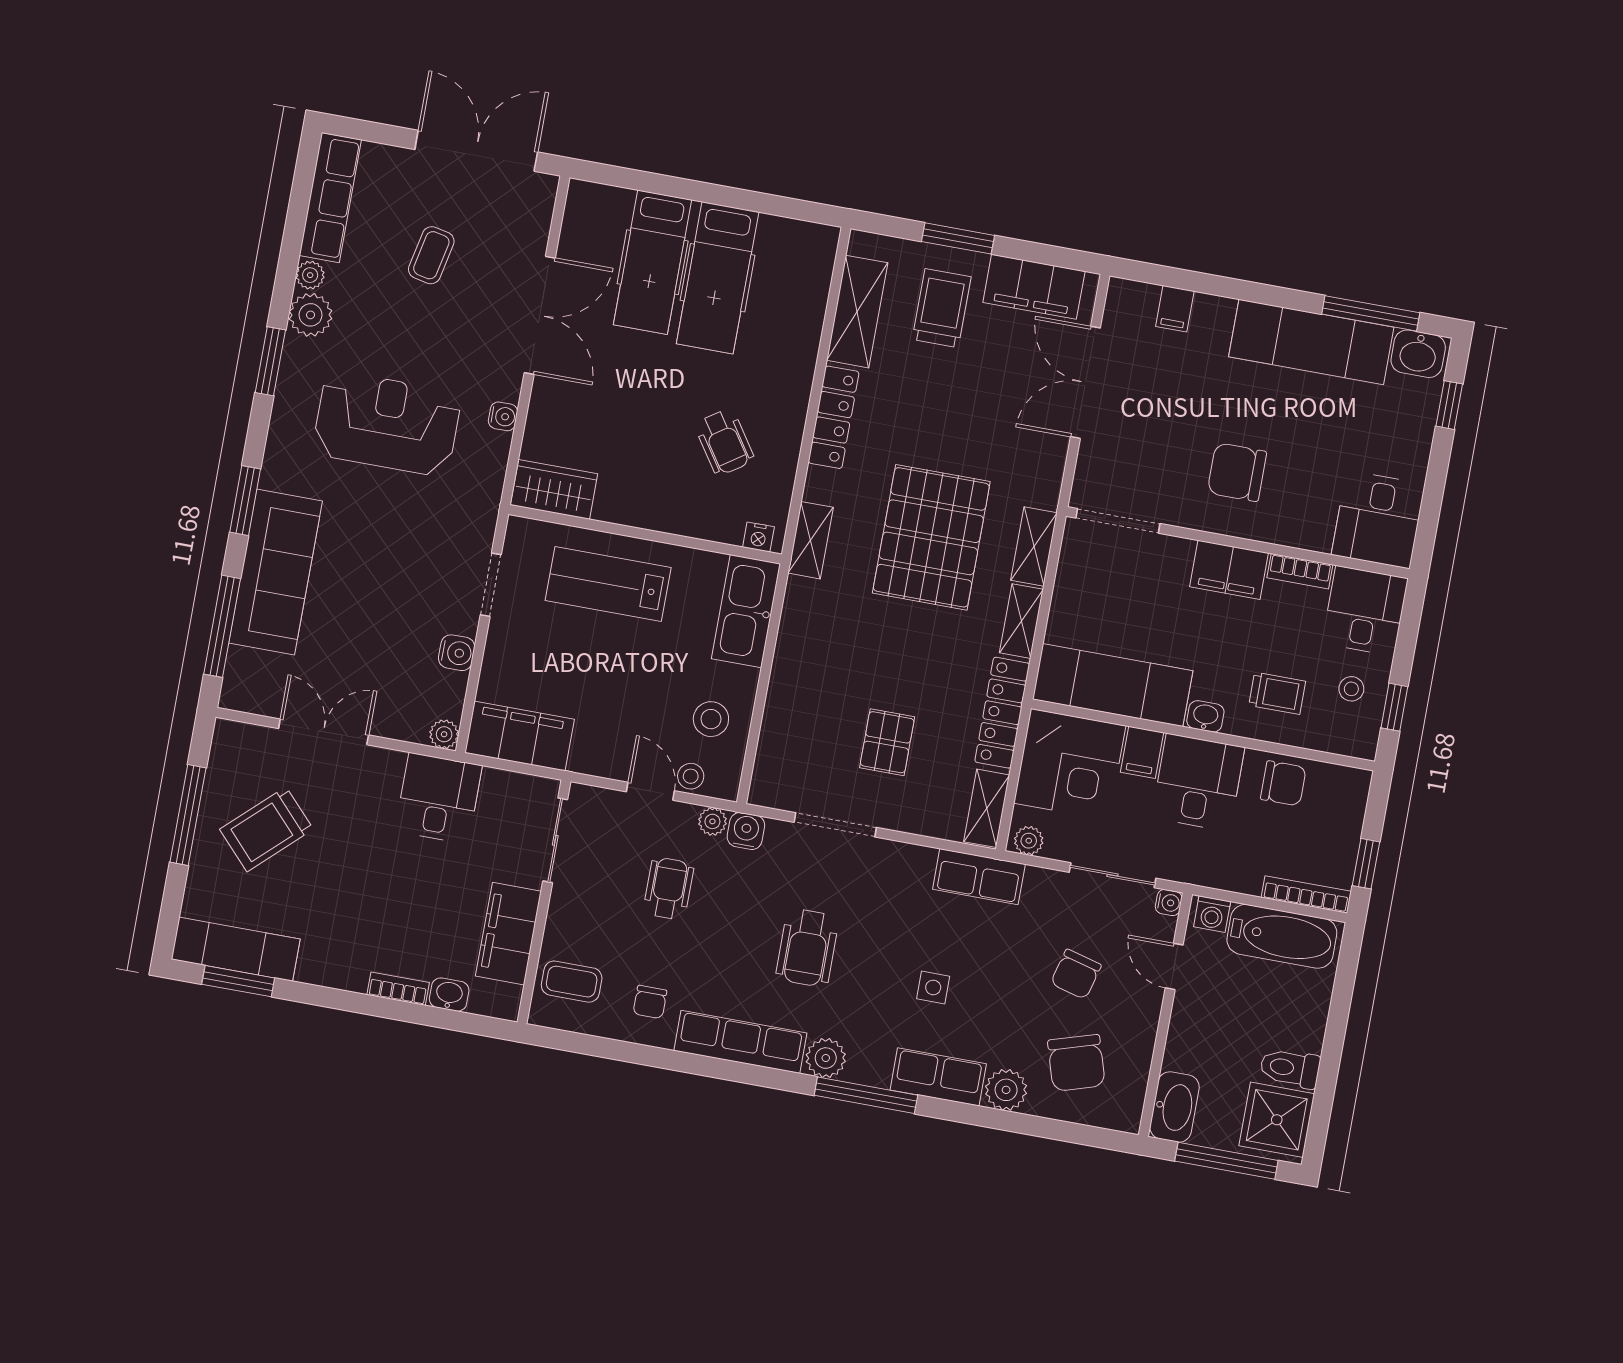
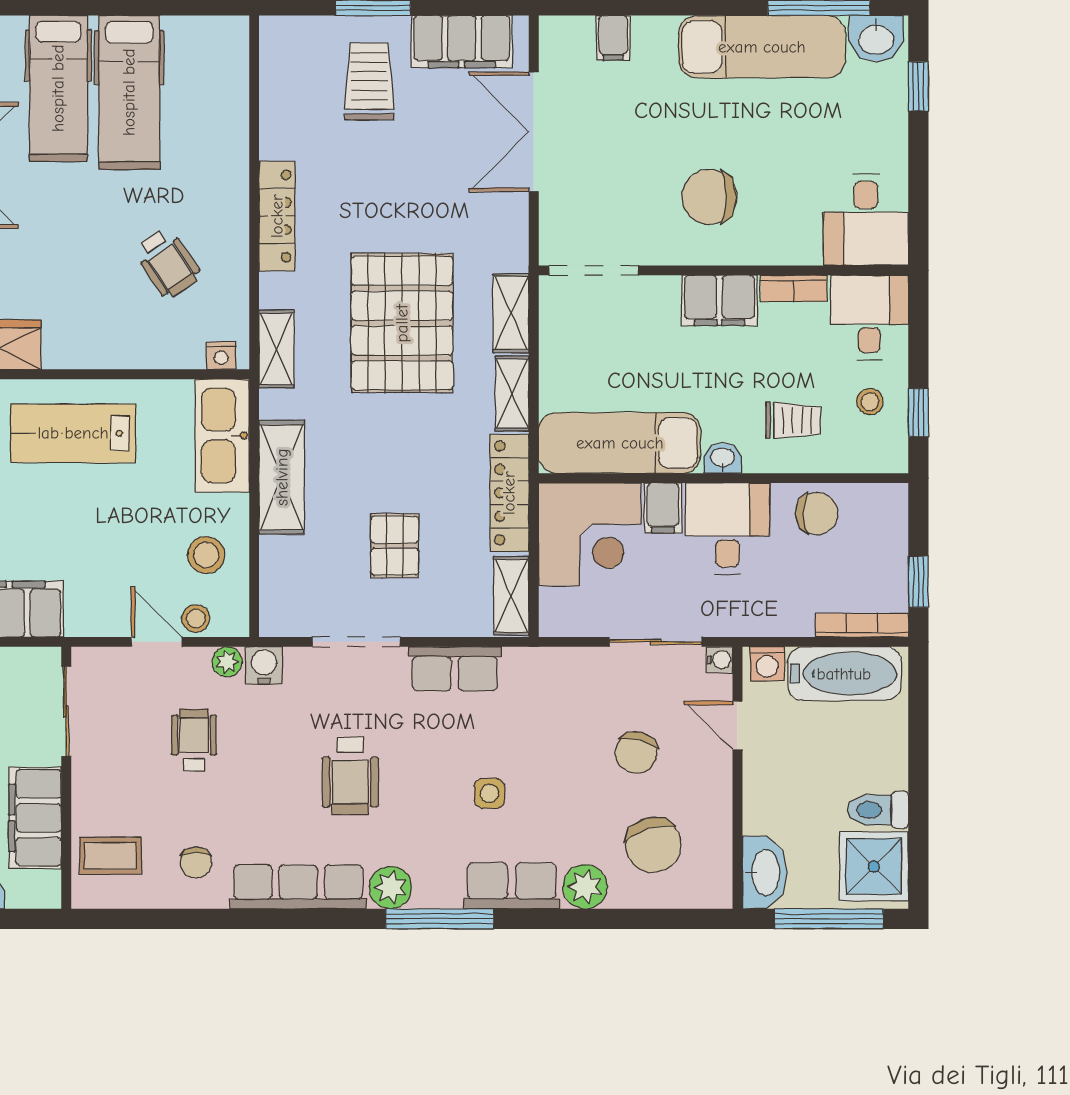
shelving: (857, 312) -> (282, 477), moved
plant: (1029, 841) -> (561, 622), removed
row of seats: (979, 877) -> (455, 669), moved

